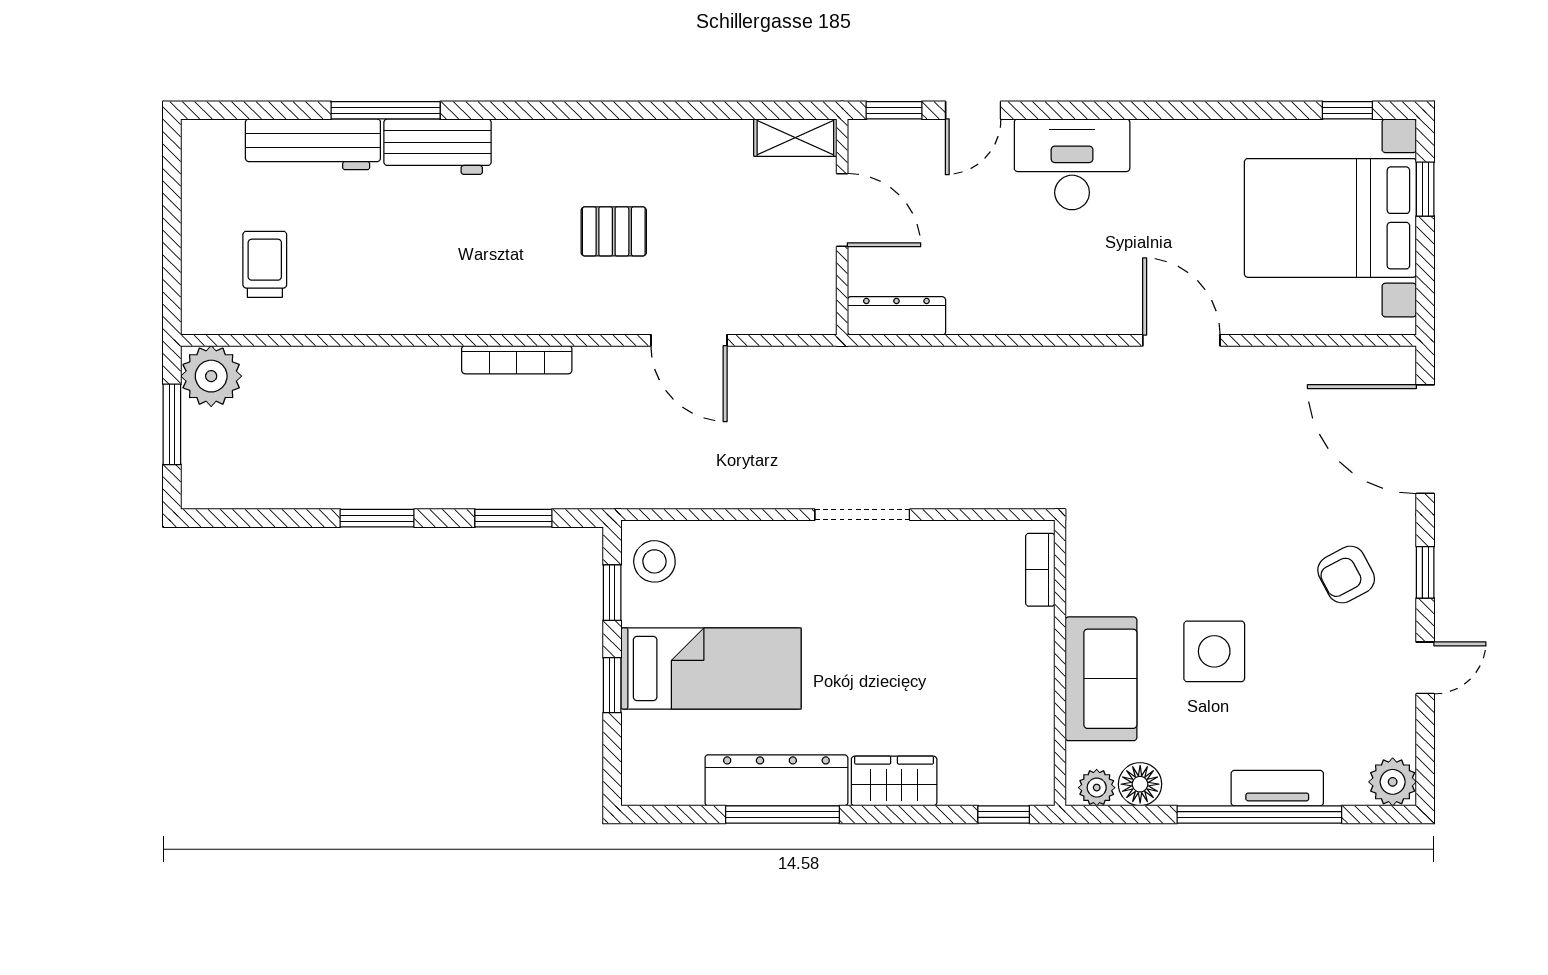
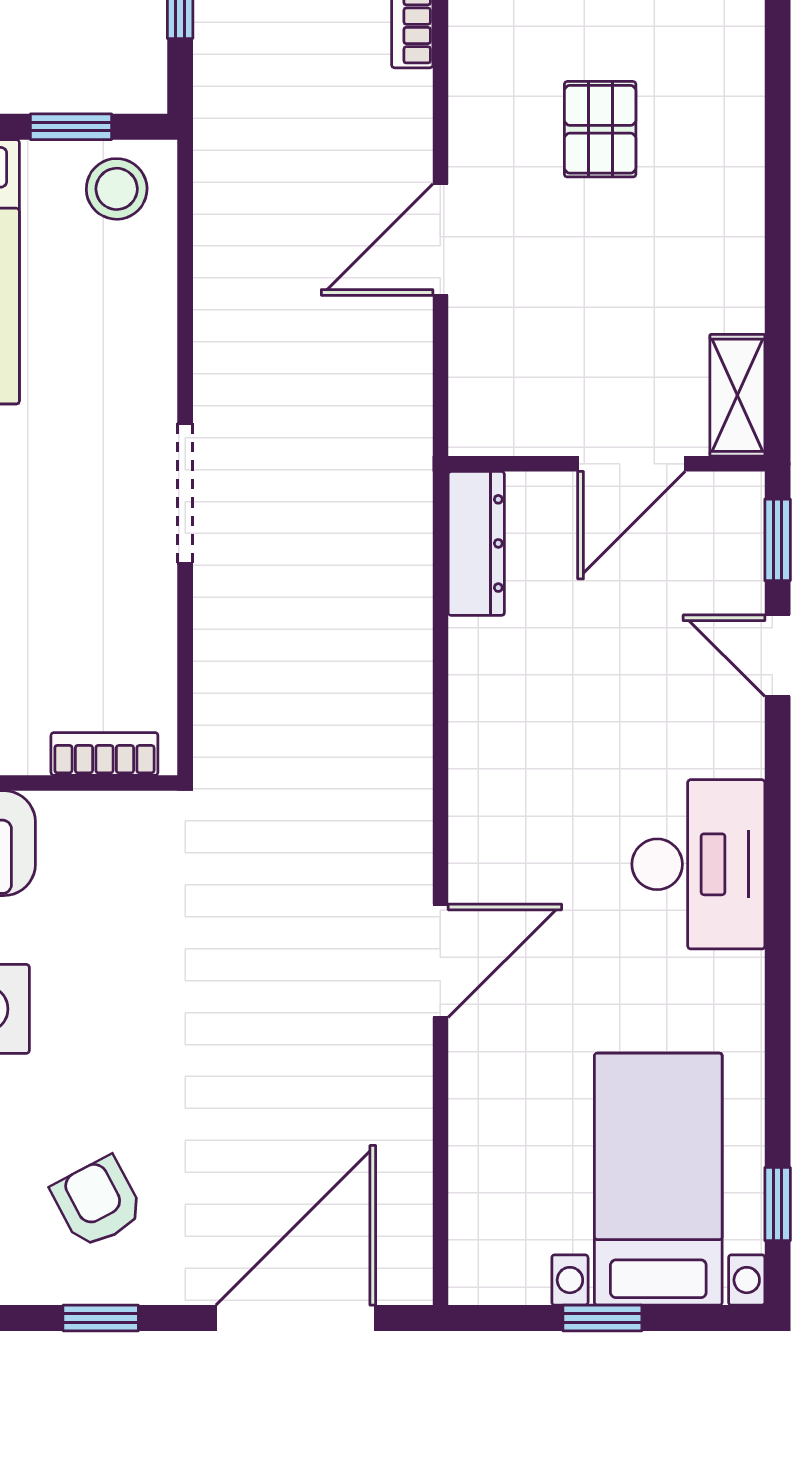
desk: (1072, 164) -> (698, 864), moved
window: (1425, 189) -> (602, 1318), moved
bed with nightstands: (1330, 218) -> (658, 1179), width x0.73

